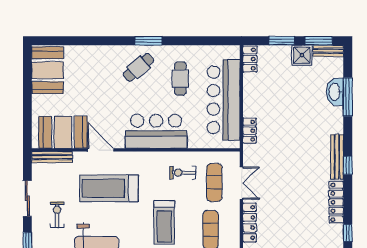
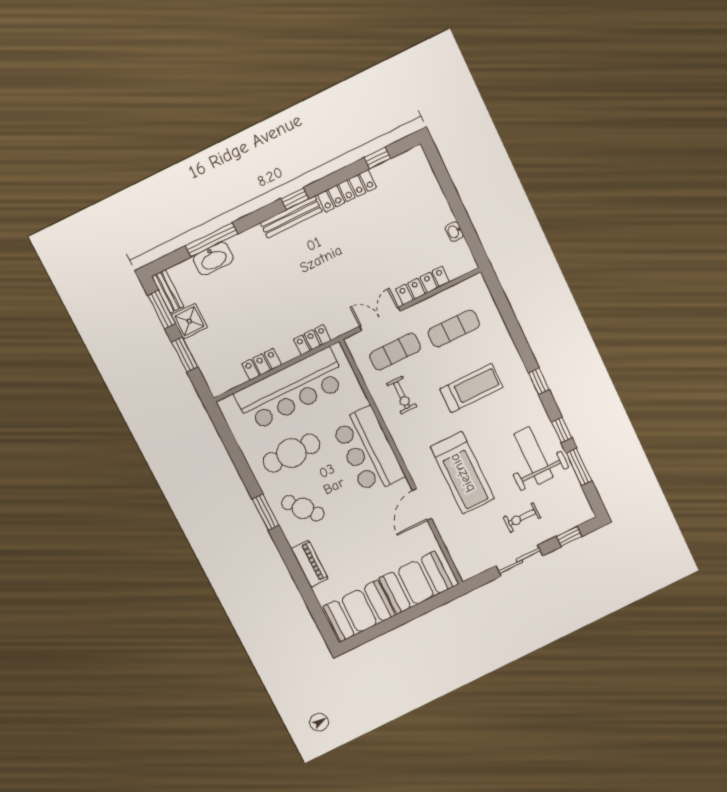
piano: (98, 53) -> (309, 564), added
locker: (250, 59) -> (262, 364), moved
cafe table: (180, 79) -> (291, 453), width x1.37, depth x1.35
booth: (63, 132) -> (416, 583), moved, turned 90
bench: (52, 157) -> (458, 556), removed

